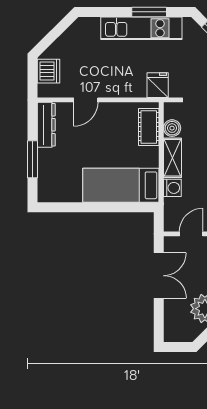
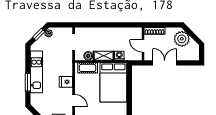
window: (149, 12) -> (28, 82), moved
fridge: (158, 85) -> (66, 82), moved
bed: (121, 185) -> (113, 82), width x1.50

